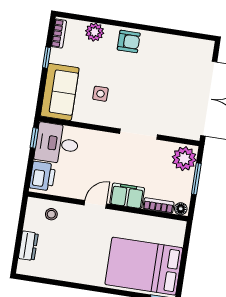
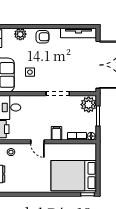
tv unit: (186, 44) -> (79, 33), added
filing cabinet: (127, 196) -> (56, 133), width x0.50
door: (95, 204) -> (37, 142), swing flipped

